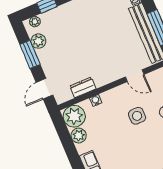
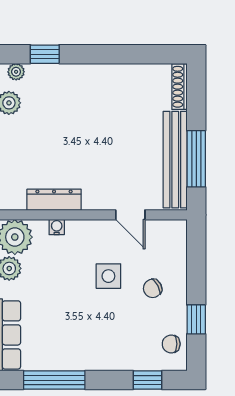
dresser: (83, 87) -> (54, 200), width x1.44

